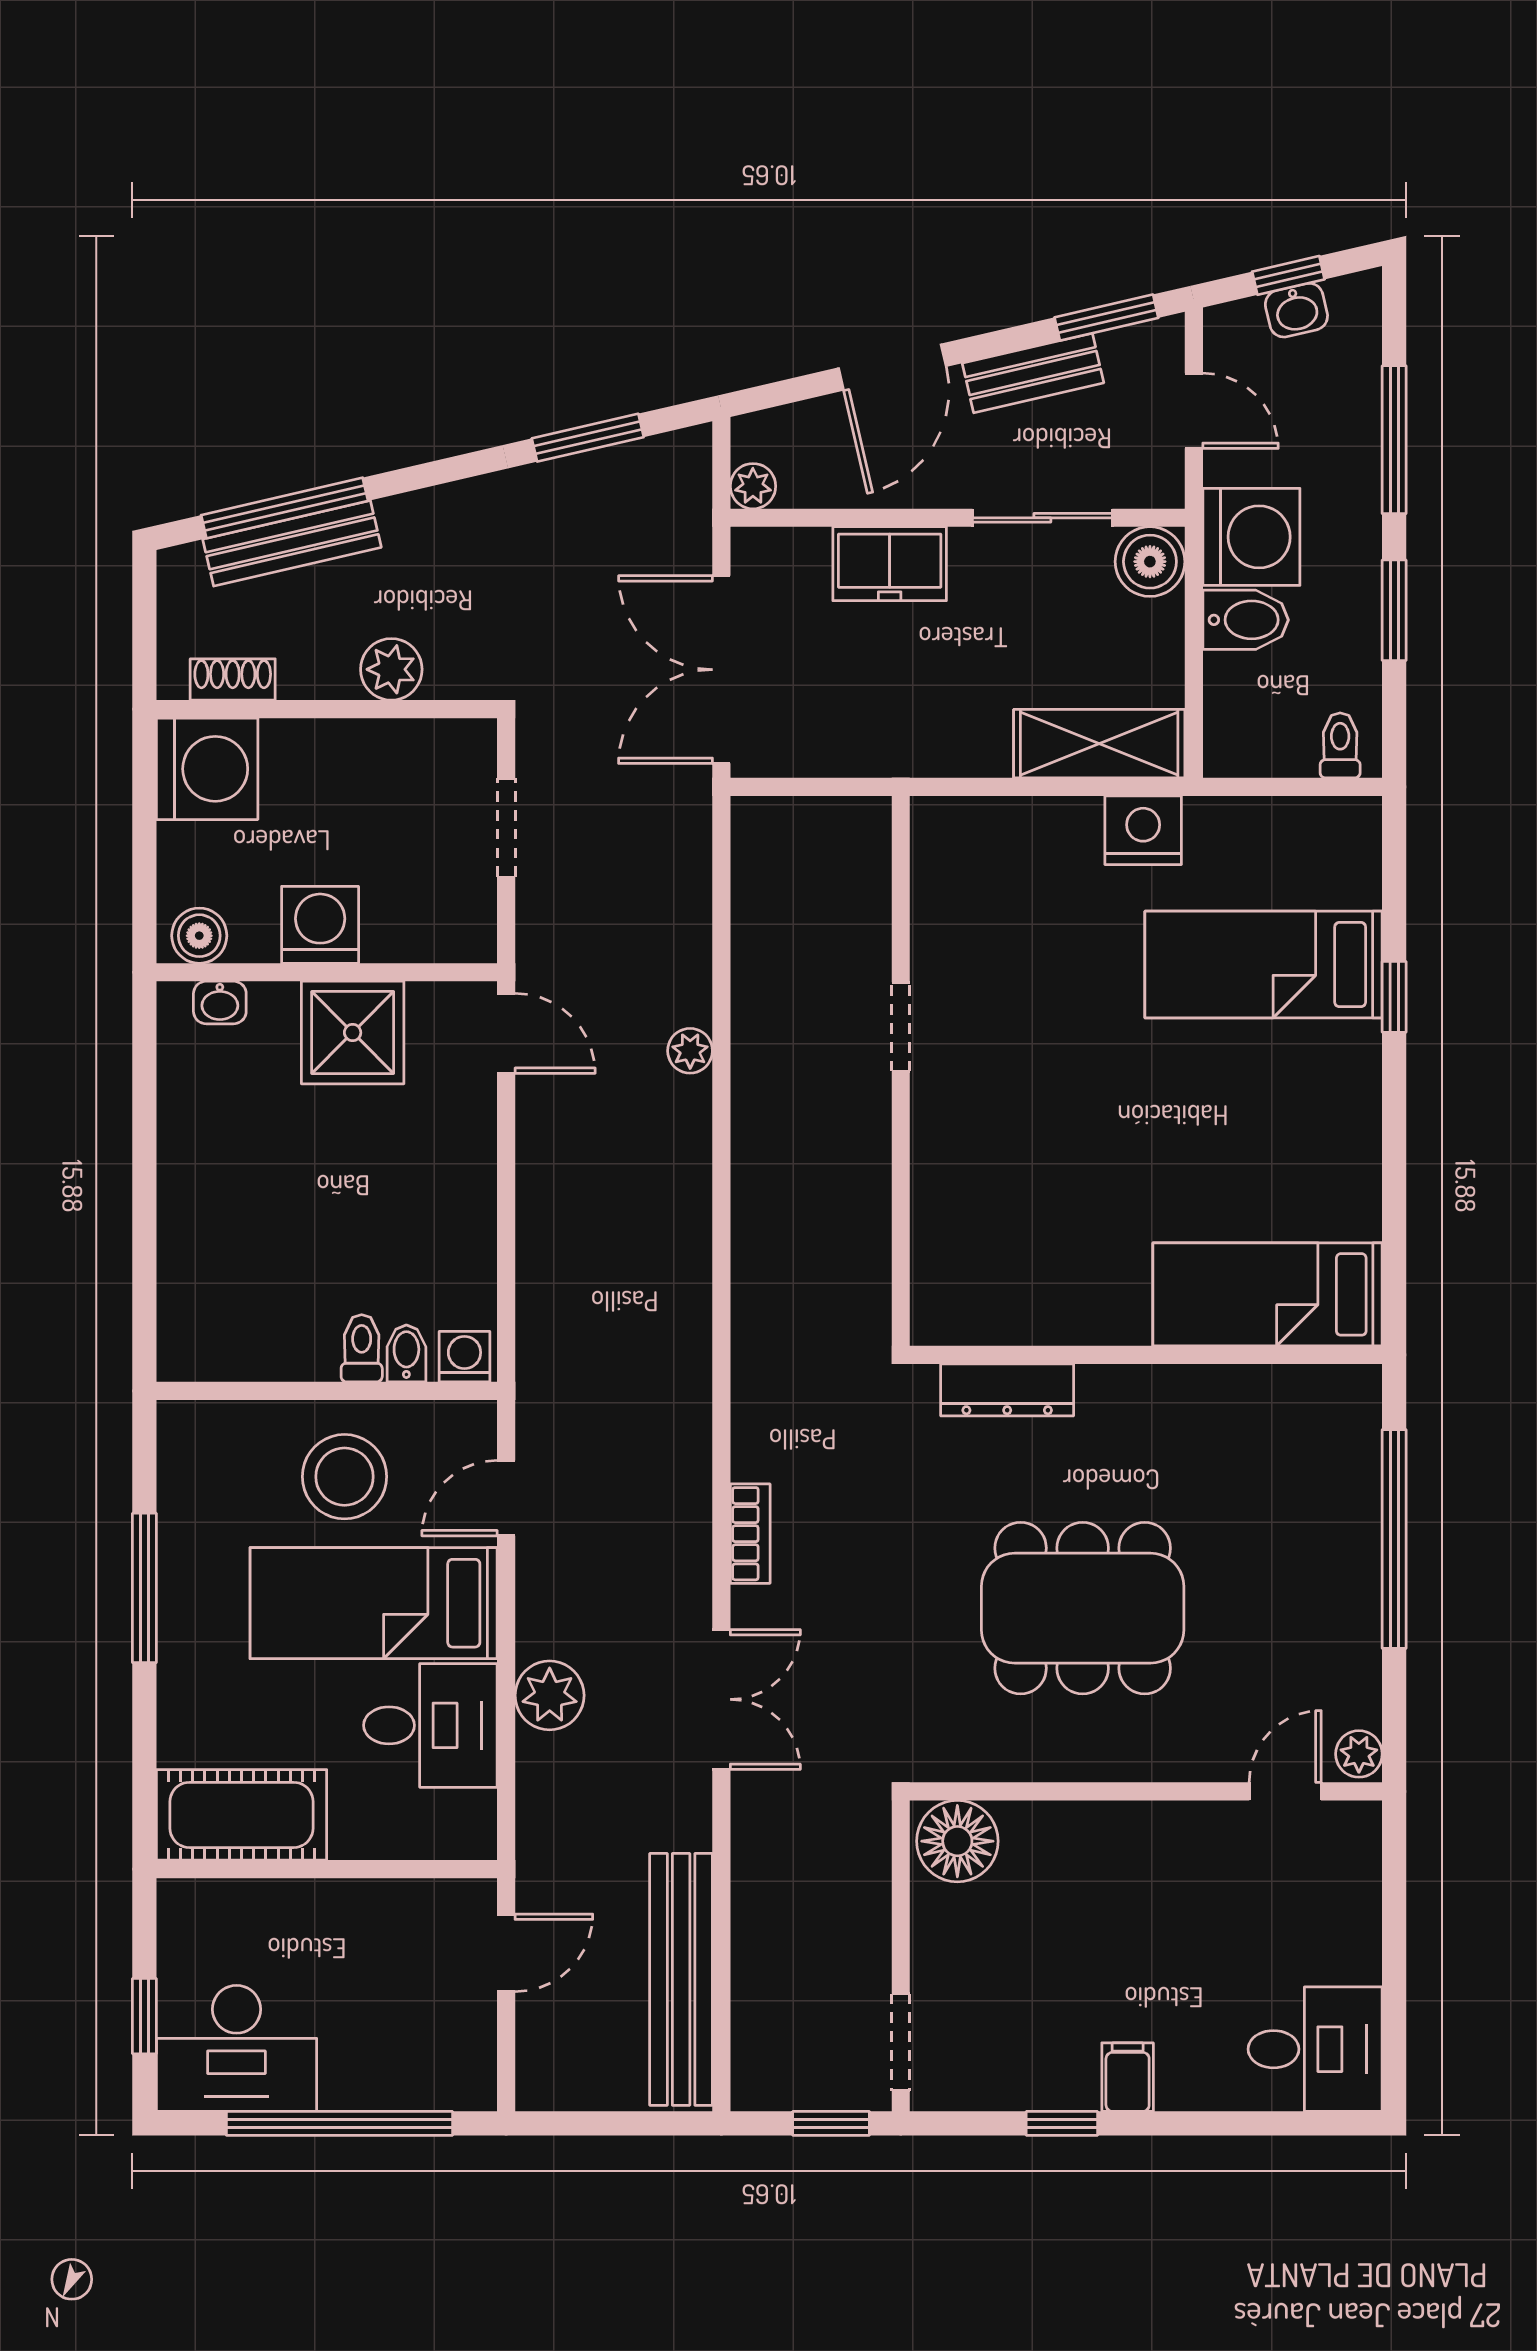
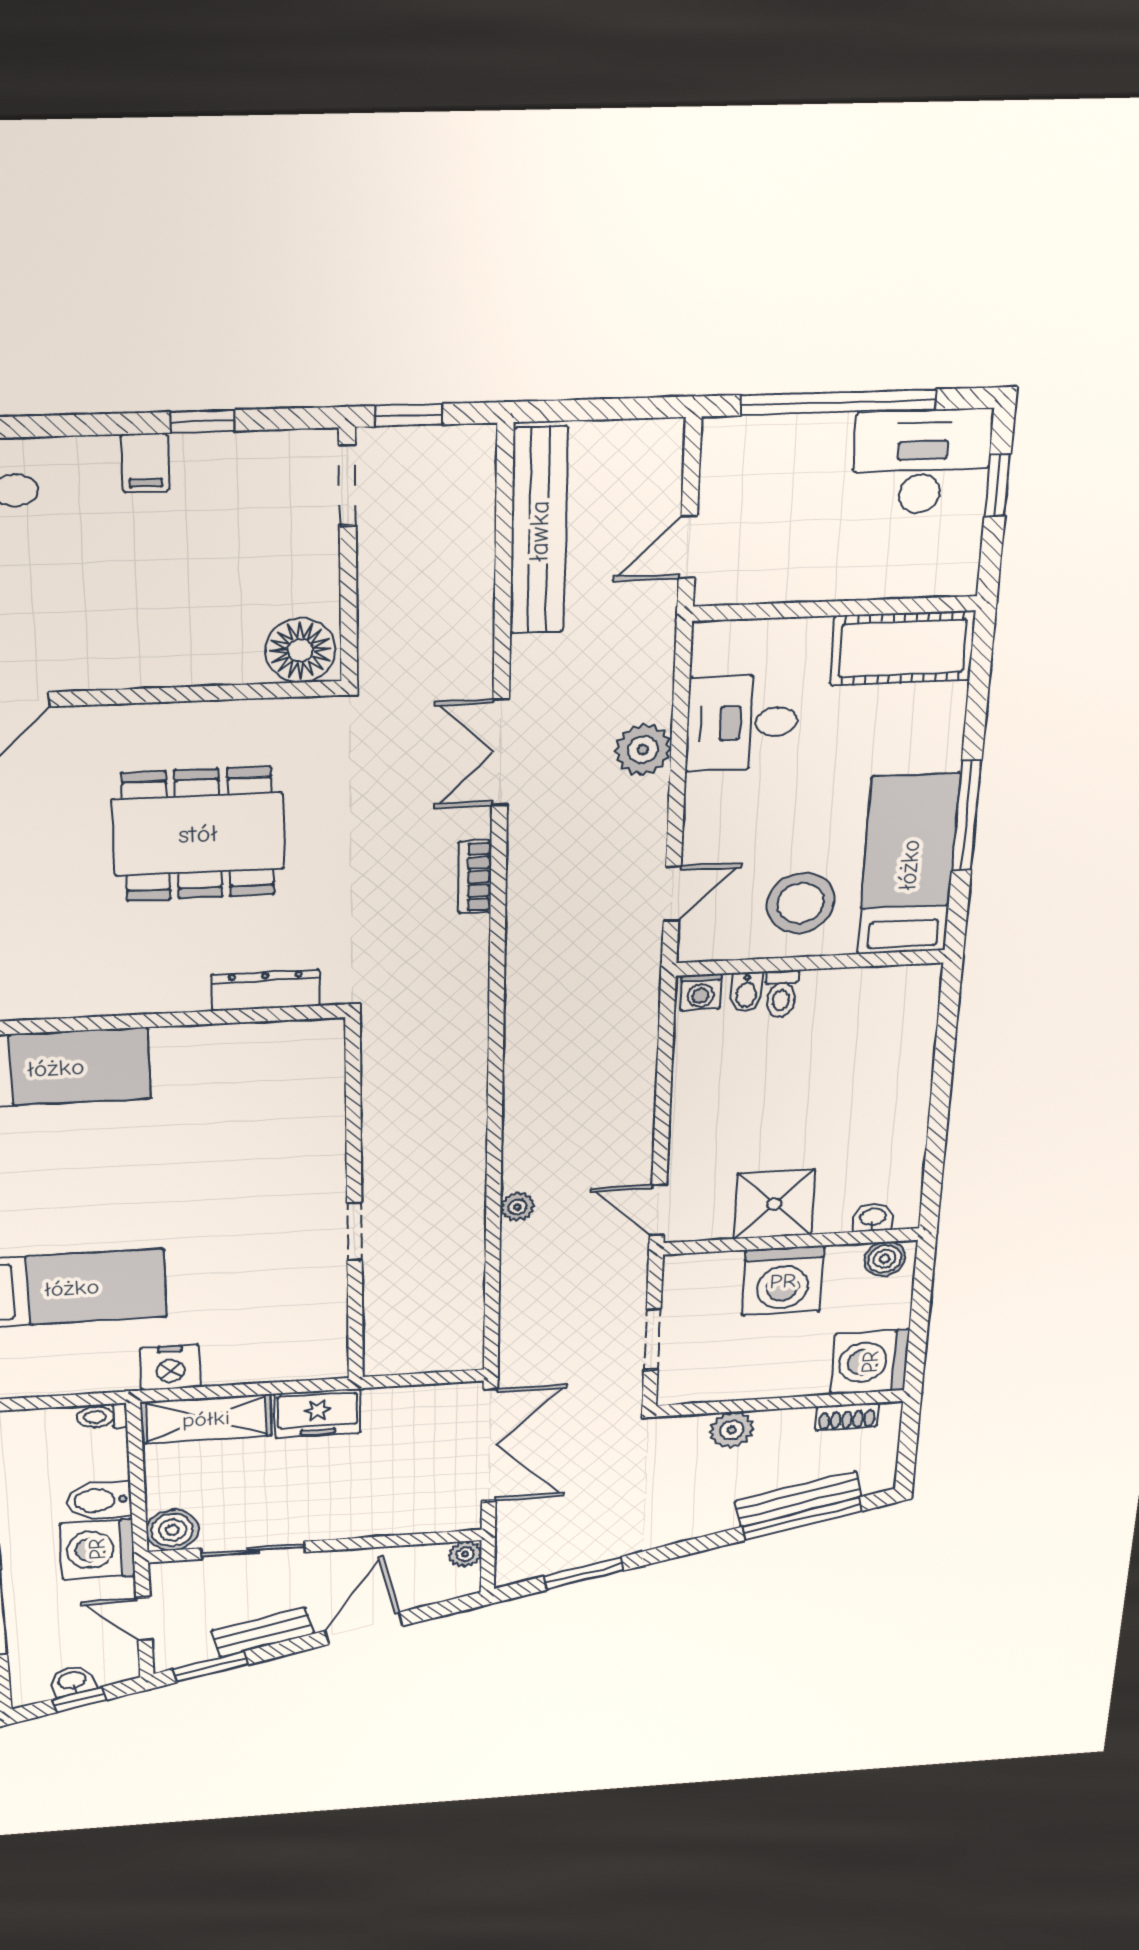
freezer: (890, 564) -> (318, 1413), moved, turned 180
toilet: (1340, 745) -> (102, 1417), moved, turned 90
washing machine: (320, 925) -> (783, 1281), width x1.37, depth x1.37
bed: (374, 1603) -> (909, 865), moved, turned -90

